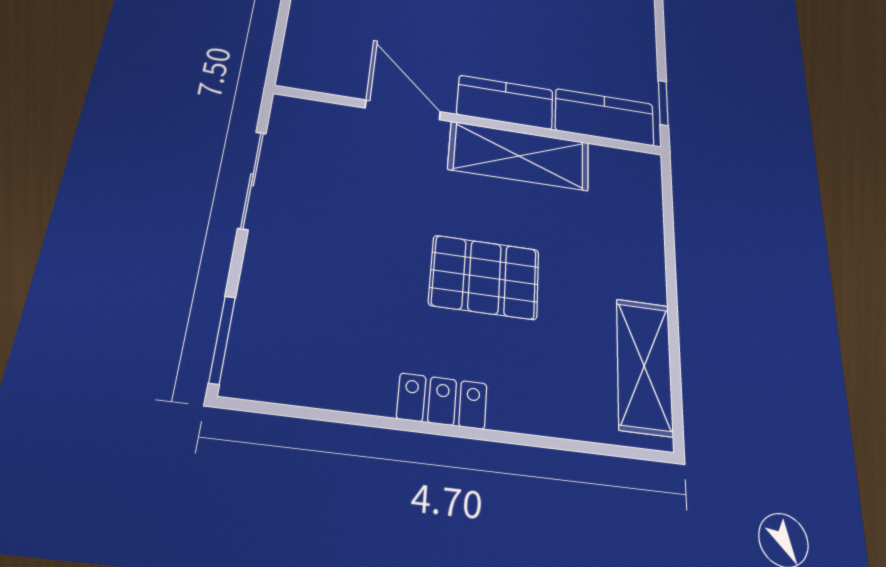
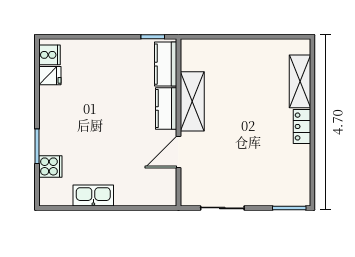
pallet: (485, 277) -> (250, 113), removed
shelving: (644, 366) -> (300, 81), moved, turned 90

